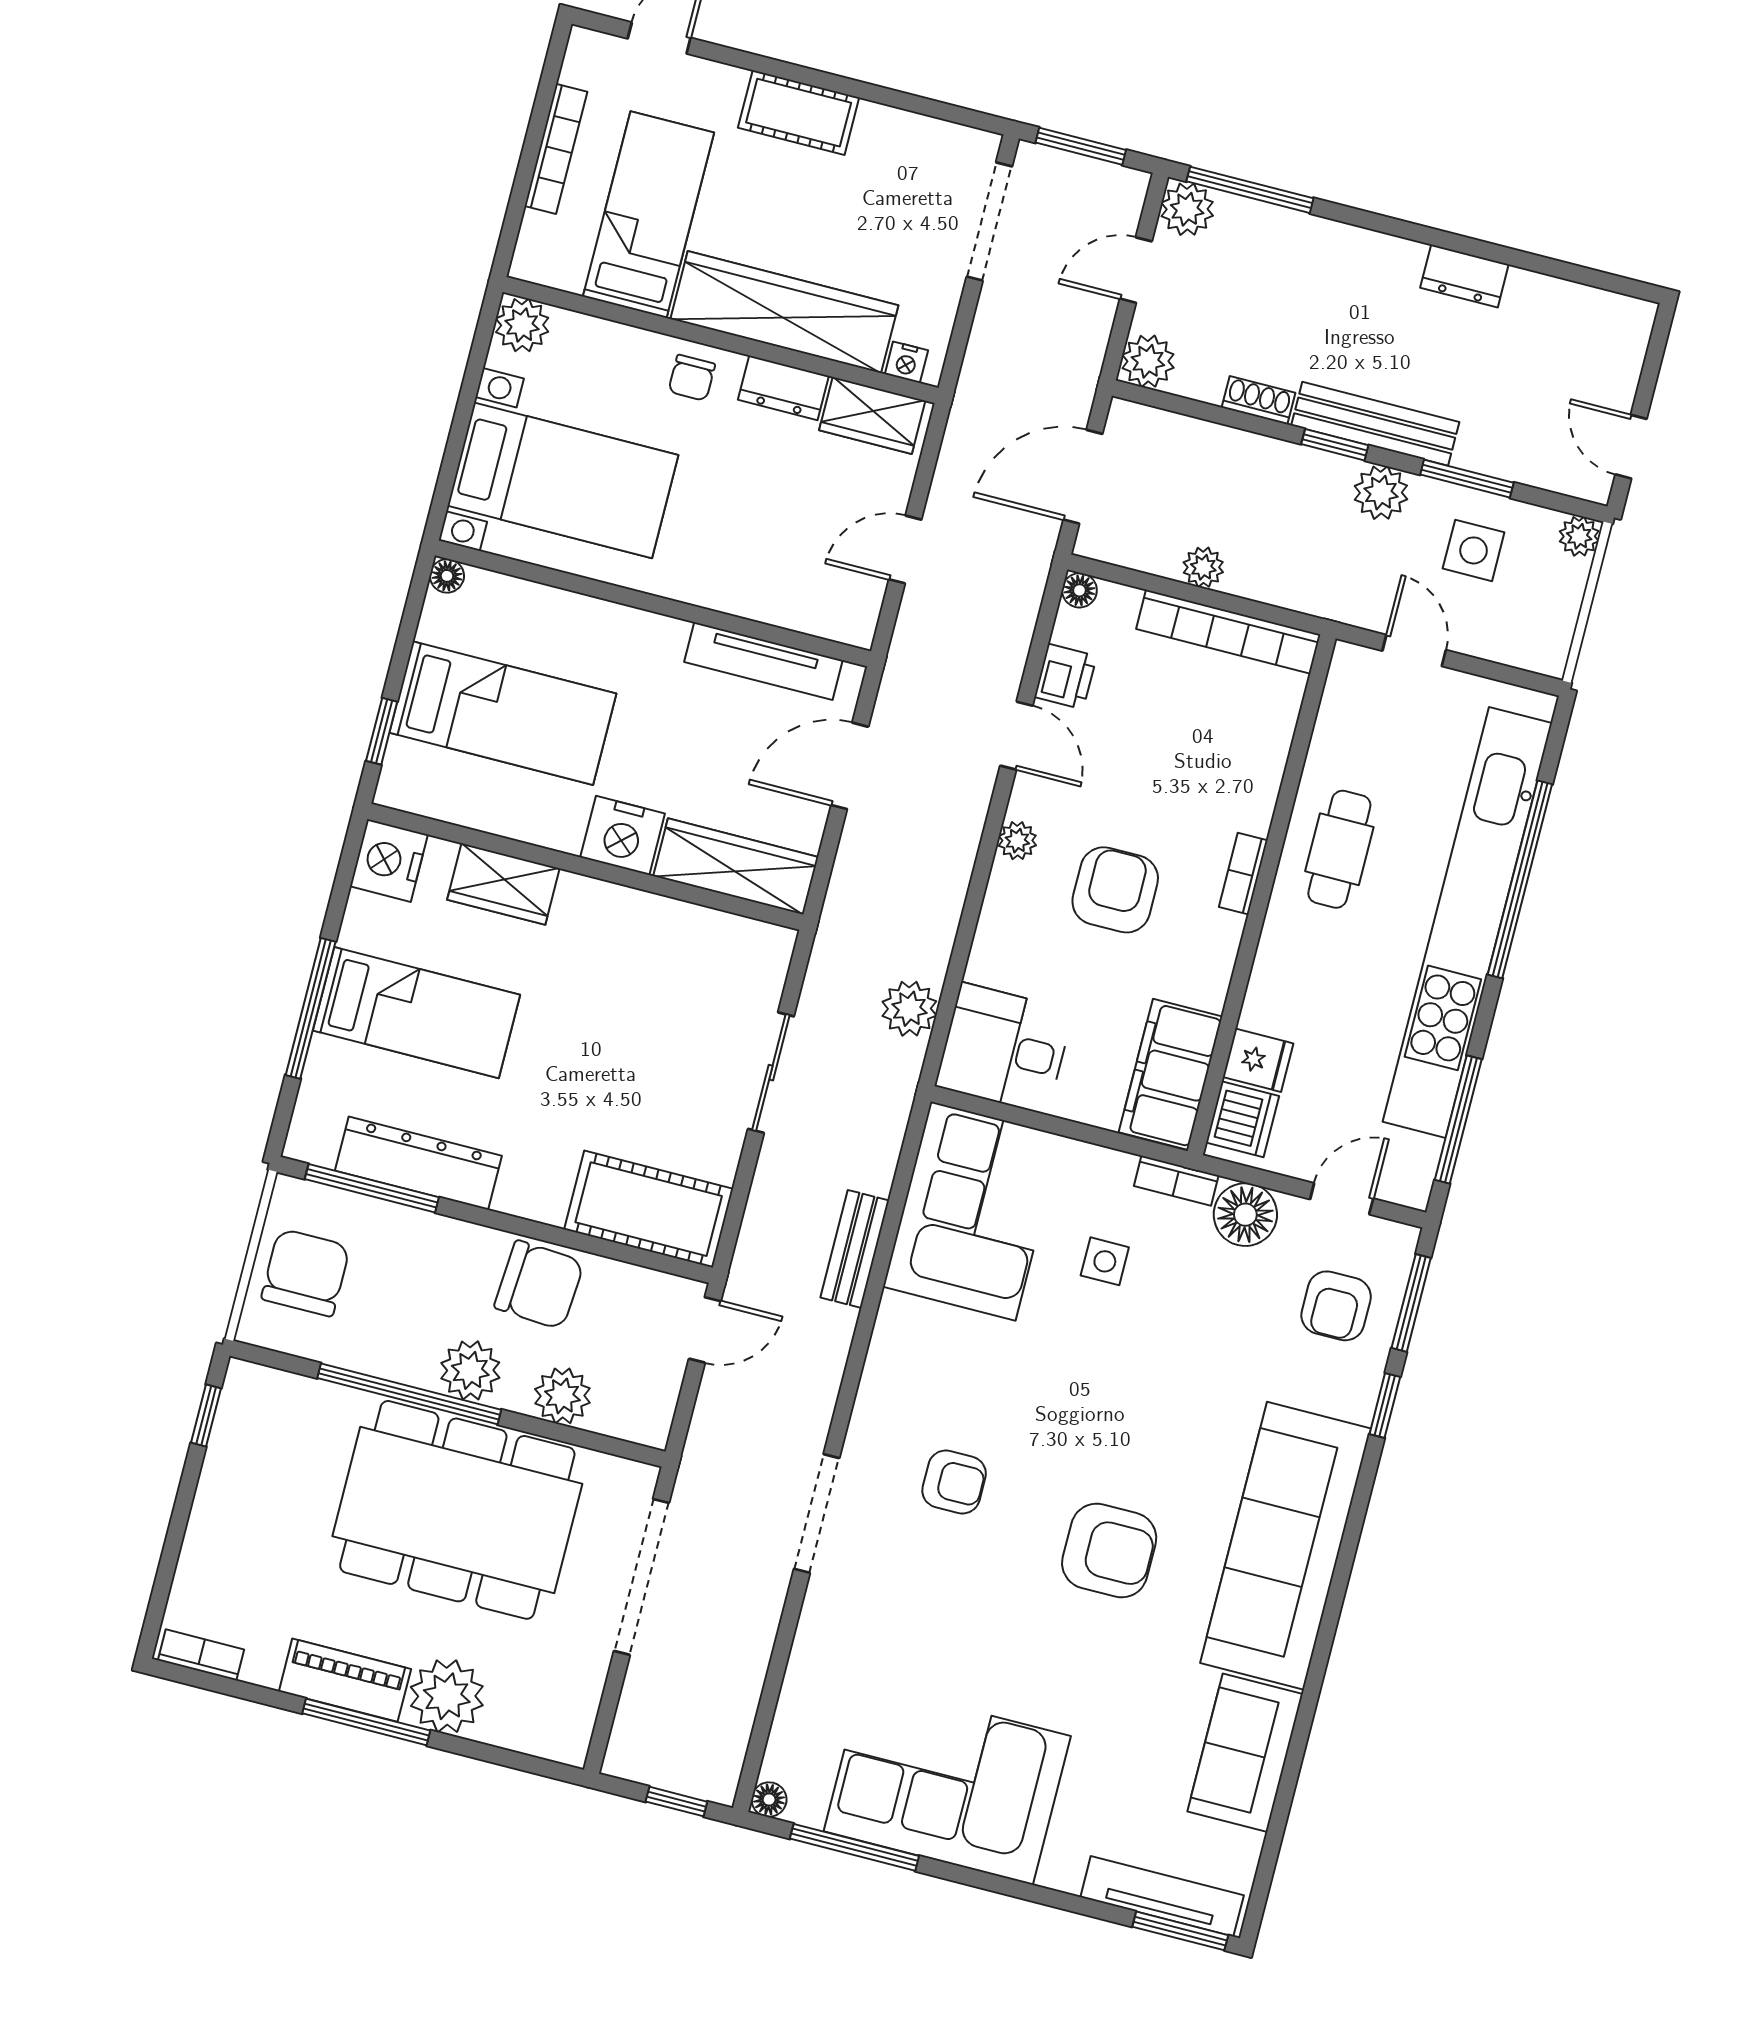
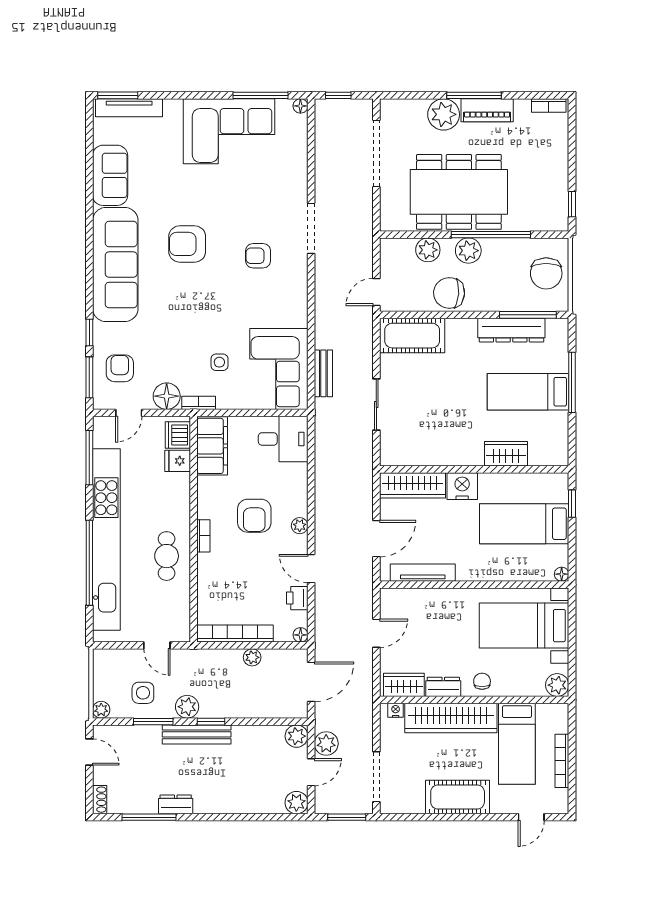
cot: (799, 113) -> (458, 797), width x1.37, depth x1.34
window: (1250, 190) -> (149, 817), moved
shoe rack: (1259, 400) -> (100, 800), moved, turned -90
nightstand: (389, 860) -> (555, 451), removed
plant: (909, 1009) -> (326, 744), moved
bench: (855, 1249) -> (323, 373), moved
doorway: (641, 1577) -> (376, 154), moved

